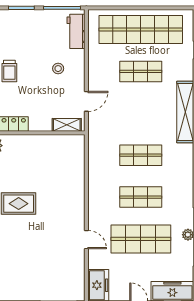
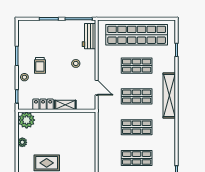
door: (86, 101) -> (97, 88), hinge flipped
shop shelf: (141, 113) -> (137, 96), added
shelving: (67, 125) -> (65, 105), moved

